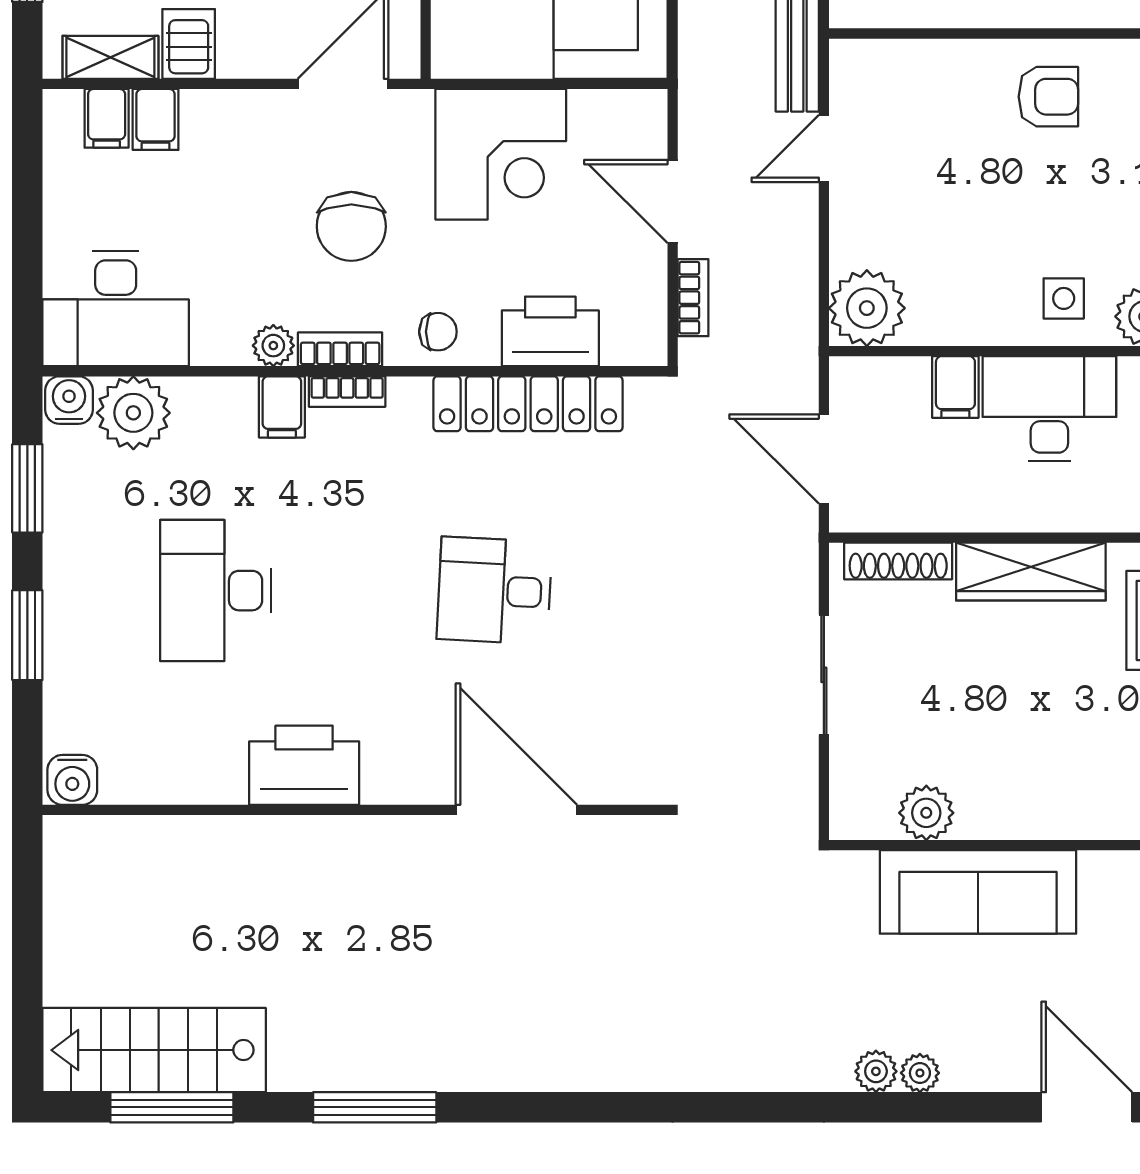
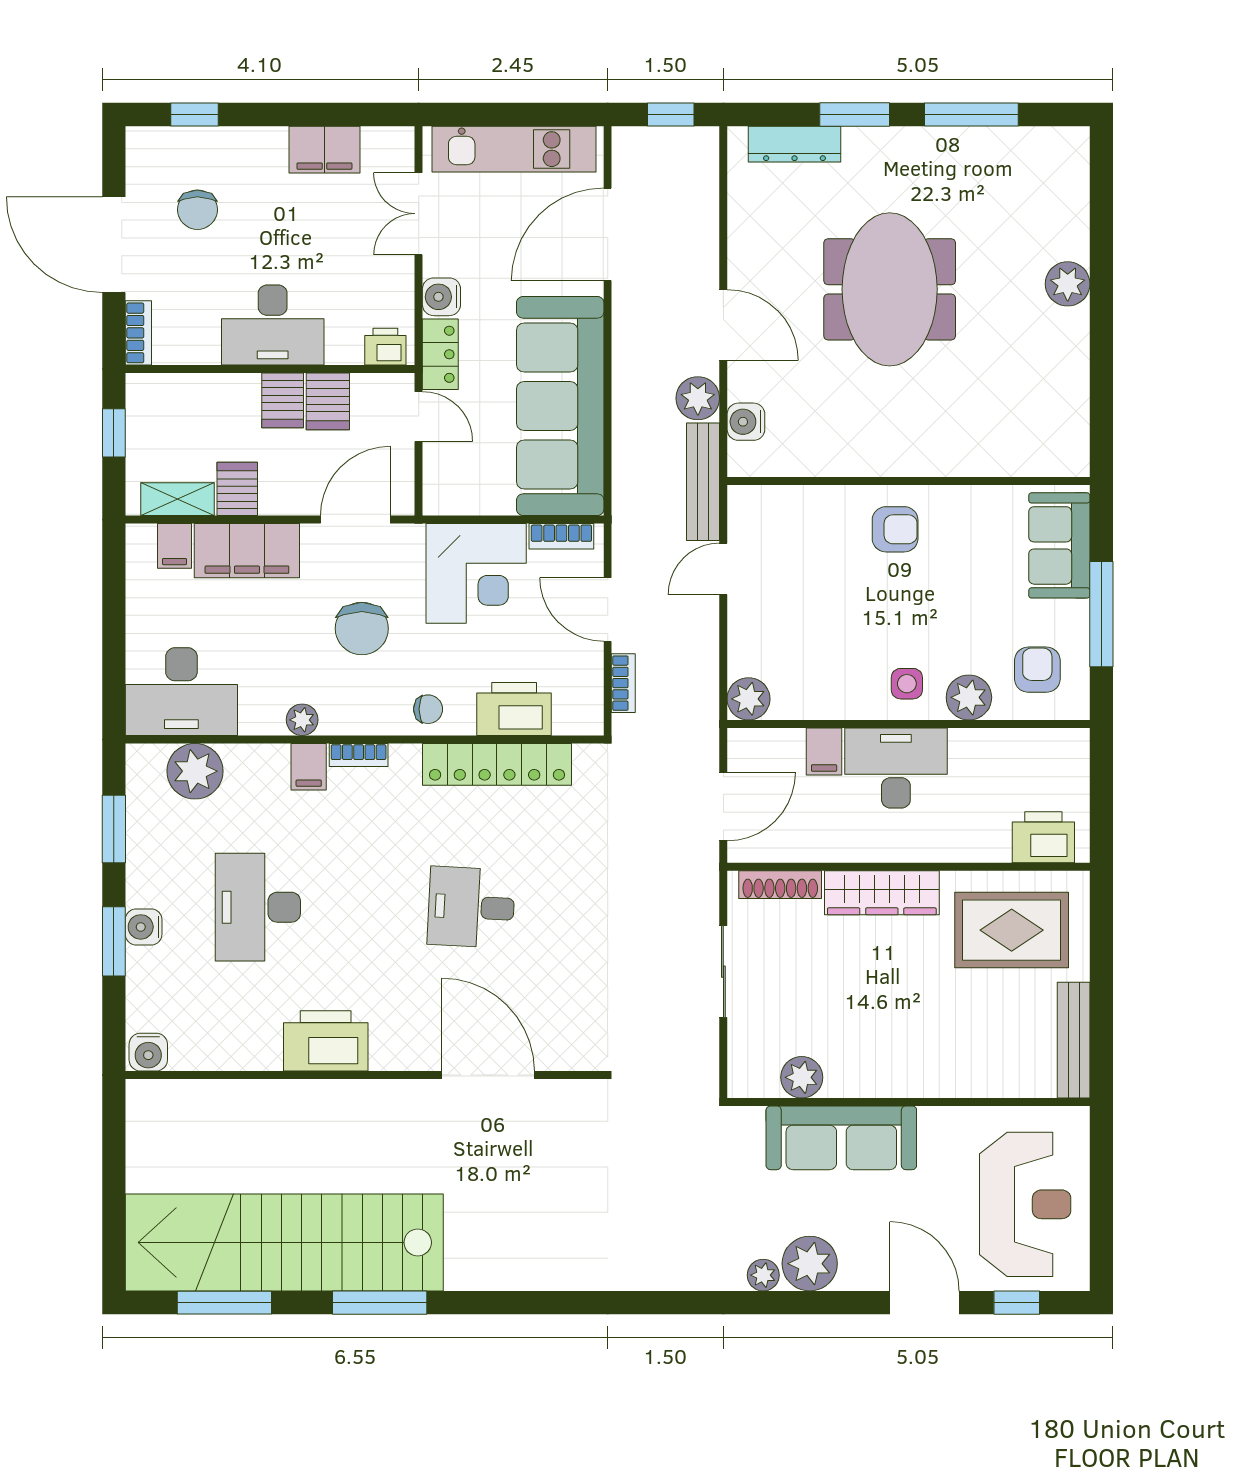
filing cabinet: (156, 119) -> (247, 551), width x3.00, depth x1.17
plant: (867, 308) -> (749, 699), width x0.73, depth x0.73
bookcase: (340, 349) -> (561, 536), moved, turned 180
water cooler: (69, 400) -> (144, 927), moved, turned -90
door: (824, 459) -> (723, 807), swing flipped
stairs: (154, 1050) -> (284, 1242), width x1.86, depth x1.51
plant: (920, 1073) -> (810, 1264), width x1.88, depth x1.88

